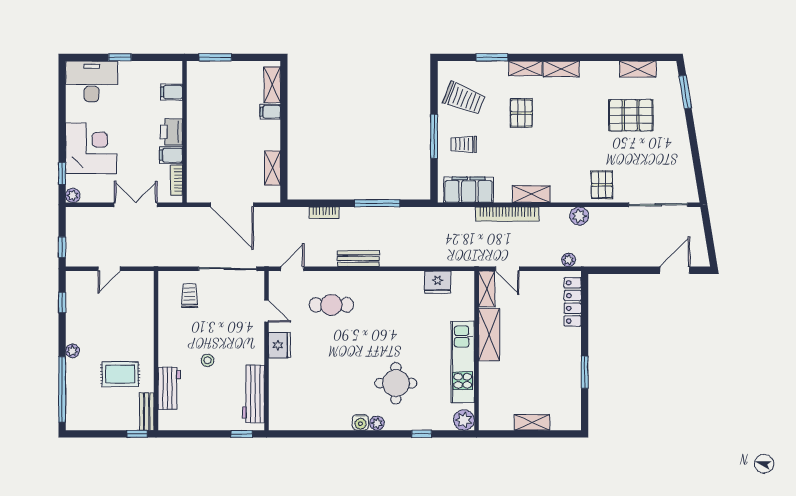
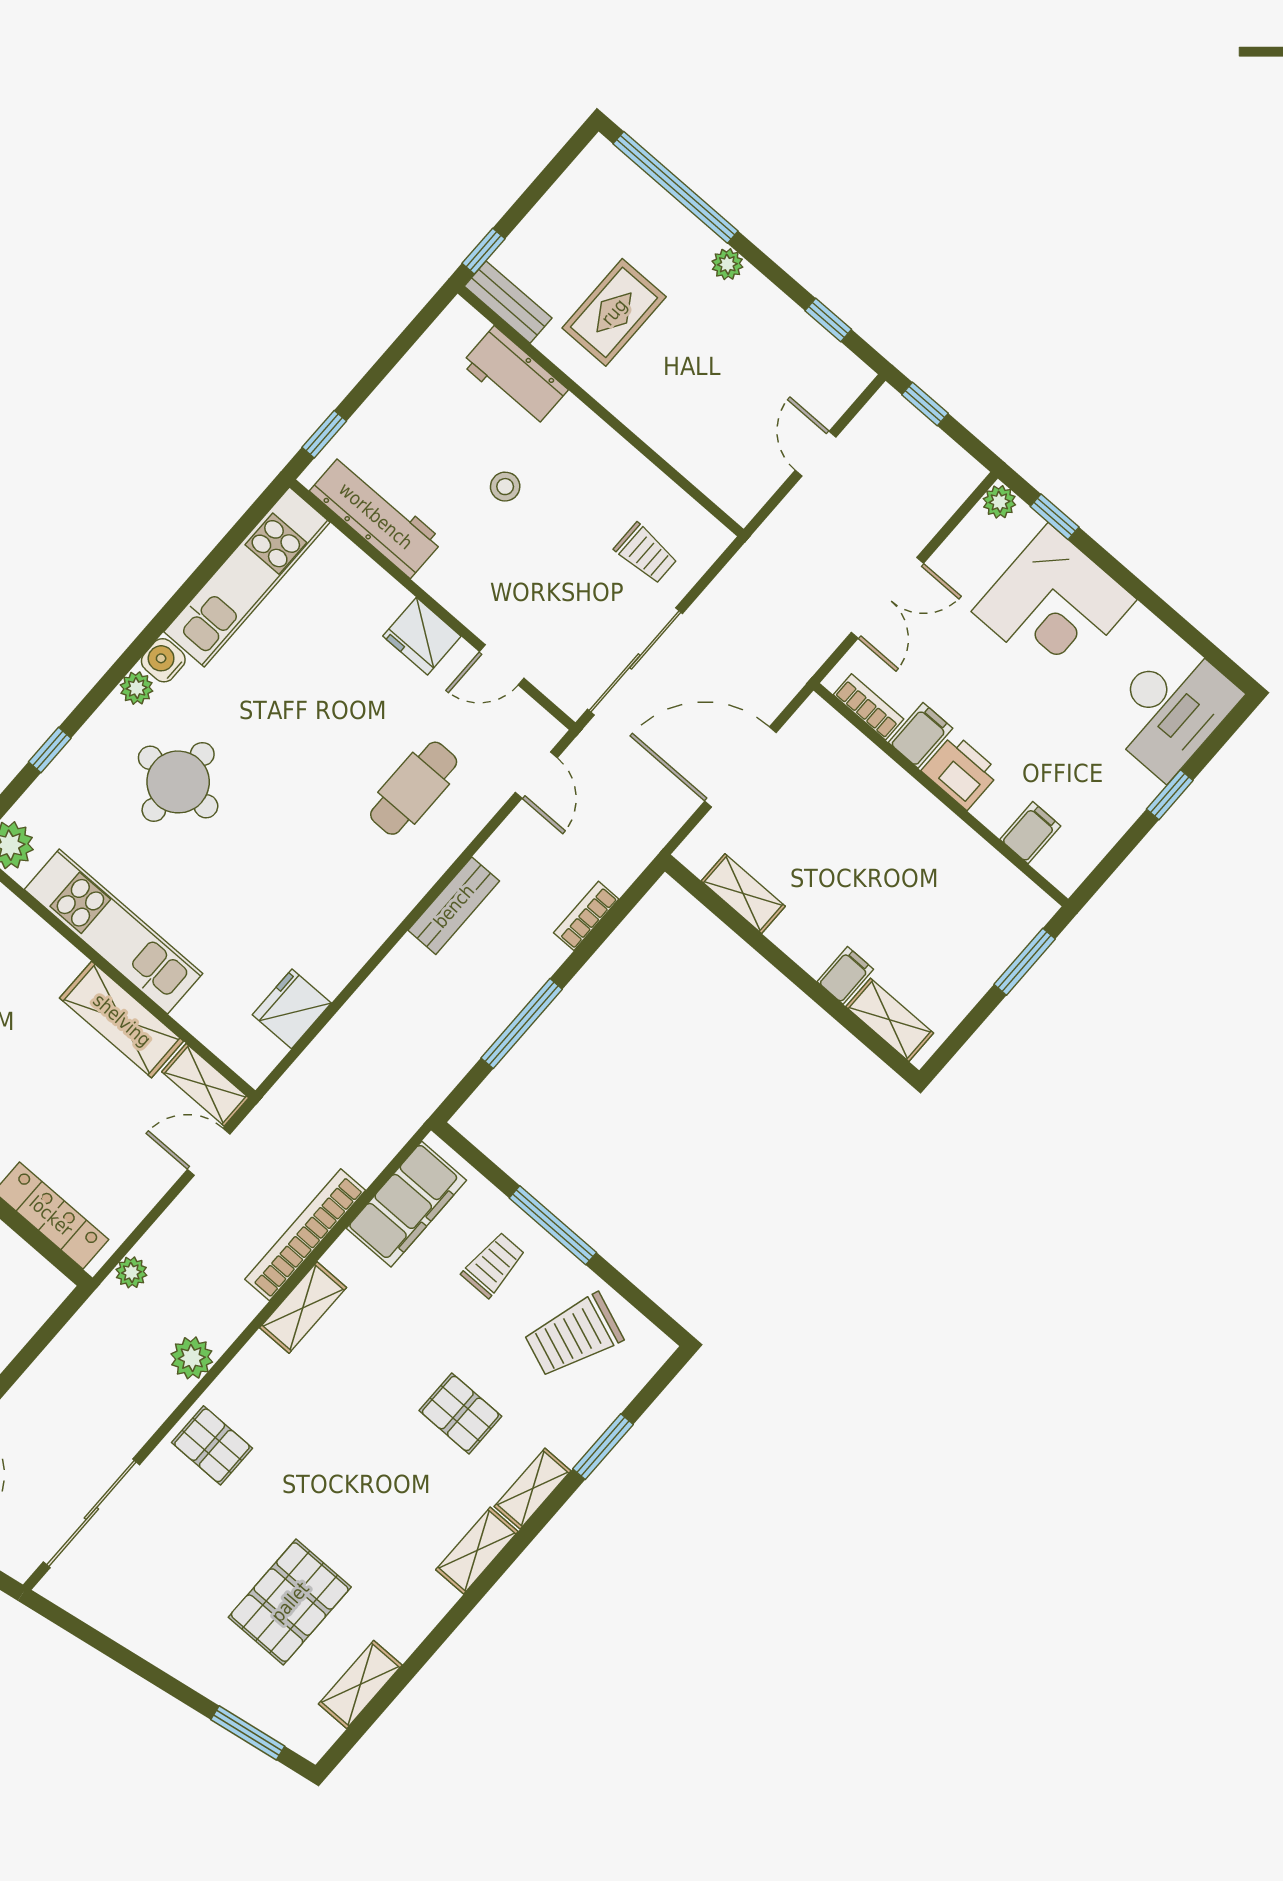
kitchen unit: (310, 419) -> (247, 577), added

